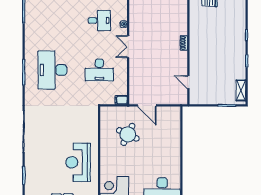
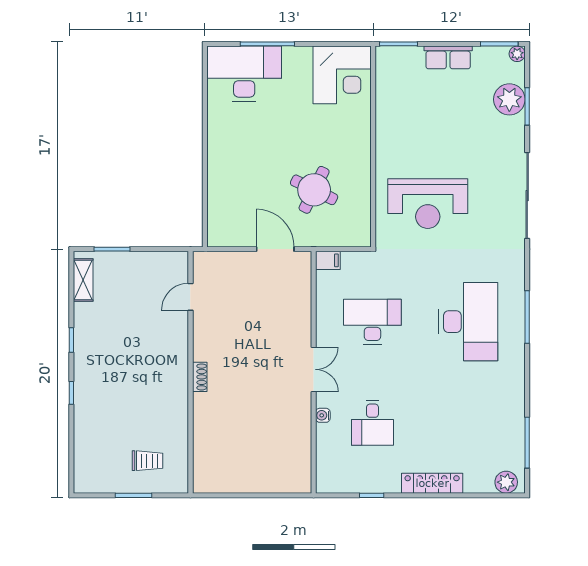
desk: (99, 20) -> (372, 423), turned -90
door: (188, 82) -> (190, 297), swing flipped
reception desk: (78, 162) -> (428, 204), moved, turned 90
plant: (32, 179) -> (509, 99), added

